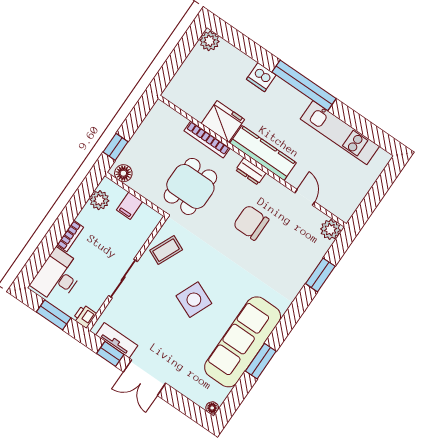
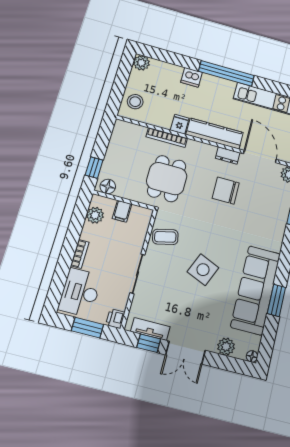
stool: (186, 86) -> (135, 102), added
fridge: (223, 121) -> (180, 124), width x0.53, depth x0.75
dresser: (251, 171) -> (228, 155), moved
door: (305, 197) -> (260, 157), width x1.88
coffee table: (166, 250) -> (165, 237), turned 53
plant: (189, 388) -> (226, 347), added

